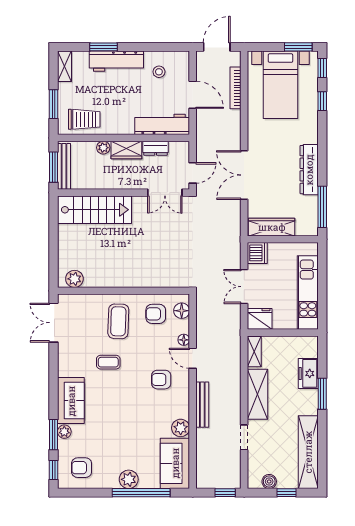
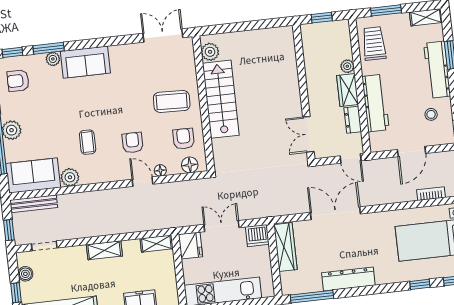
bookcase: (236, 88) -> (431, 194), width x0.64
trolley: (84, 119) -> (374, 43), turned 180
workbench: (162, 124) -> (375, 103), moved
bench: (64, 166) -> (324, 28), removed
window: (54, 167) -> (322, 18), width x0.67
door: (193, 173) -> (351, 158), moved
stairs: (94, 210) -> (221, 99), moved, turned 180
door: (193, 358) -> (143, 182), hinge flipped
coffee table: (108, 362) -> (88, 142), moved
armchair: (161, 380) -> (133, 143), moved
shelving: (257, 394) -> (104, 250), width x0.67, depth x0.75
bench: (202, 405) -> (34, 204), moved
doorway: (244, 437) -> (44, 246), moved
armchair: (82, 468) -> (18, 81), turned -90

